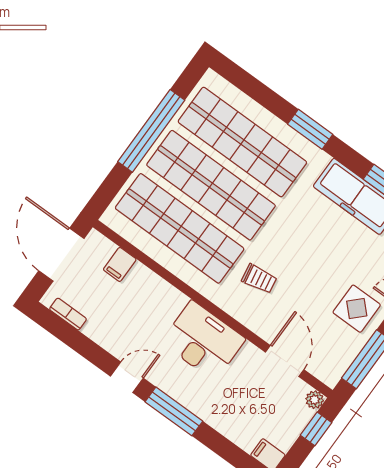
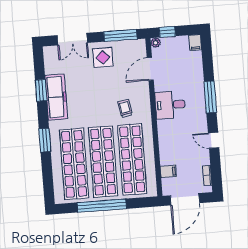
desk: (203, 341) -> (170, 105), width x0.73
door: (127, 377) -> (214, 140), moved

